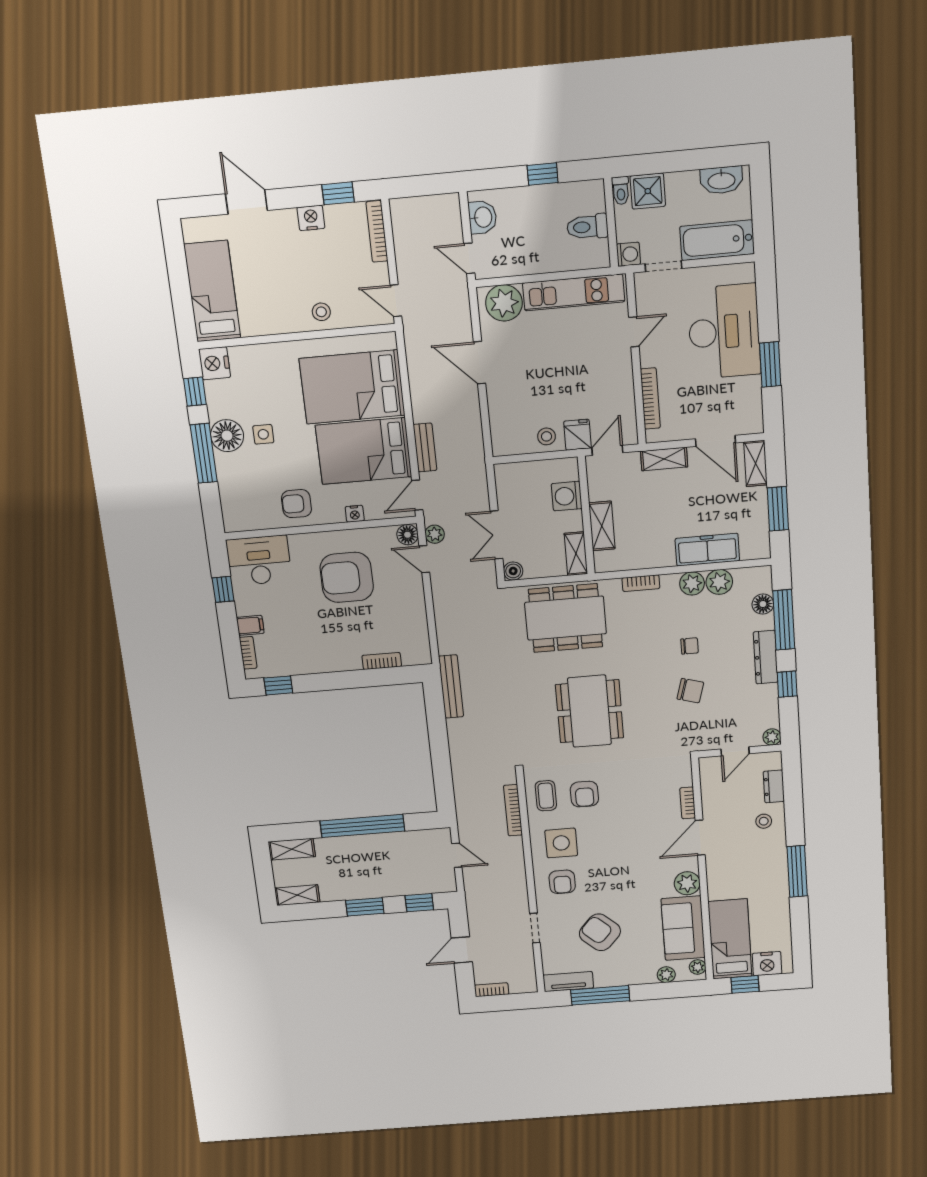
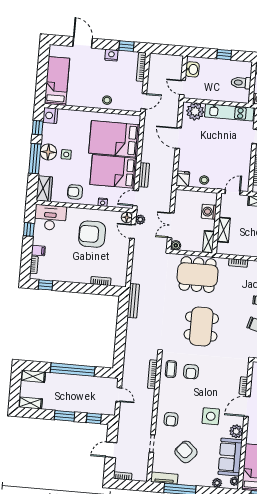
door: (396, 301) -> (144, 101), swing flipped
fridge: (577, 435) -> (183, 179), moved
wardrobe: (235, 508) -> (44, 189), added
side table: (561, 843) -> (211, 416), moved

